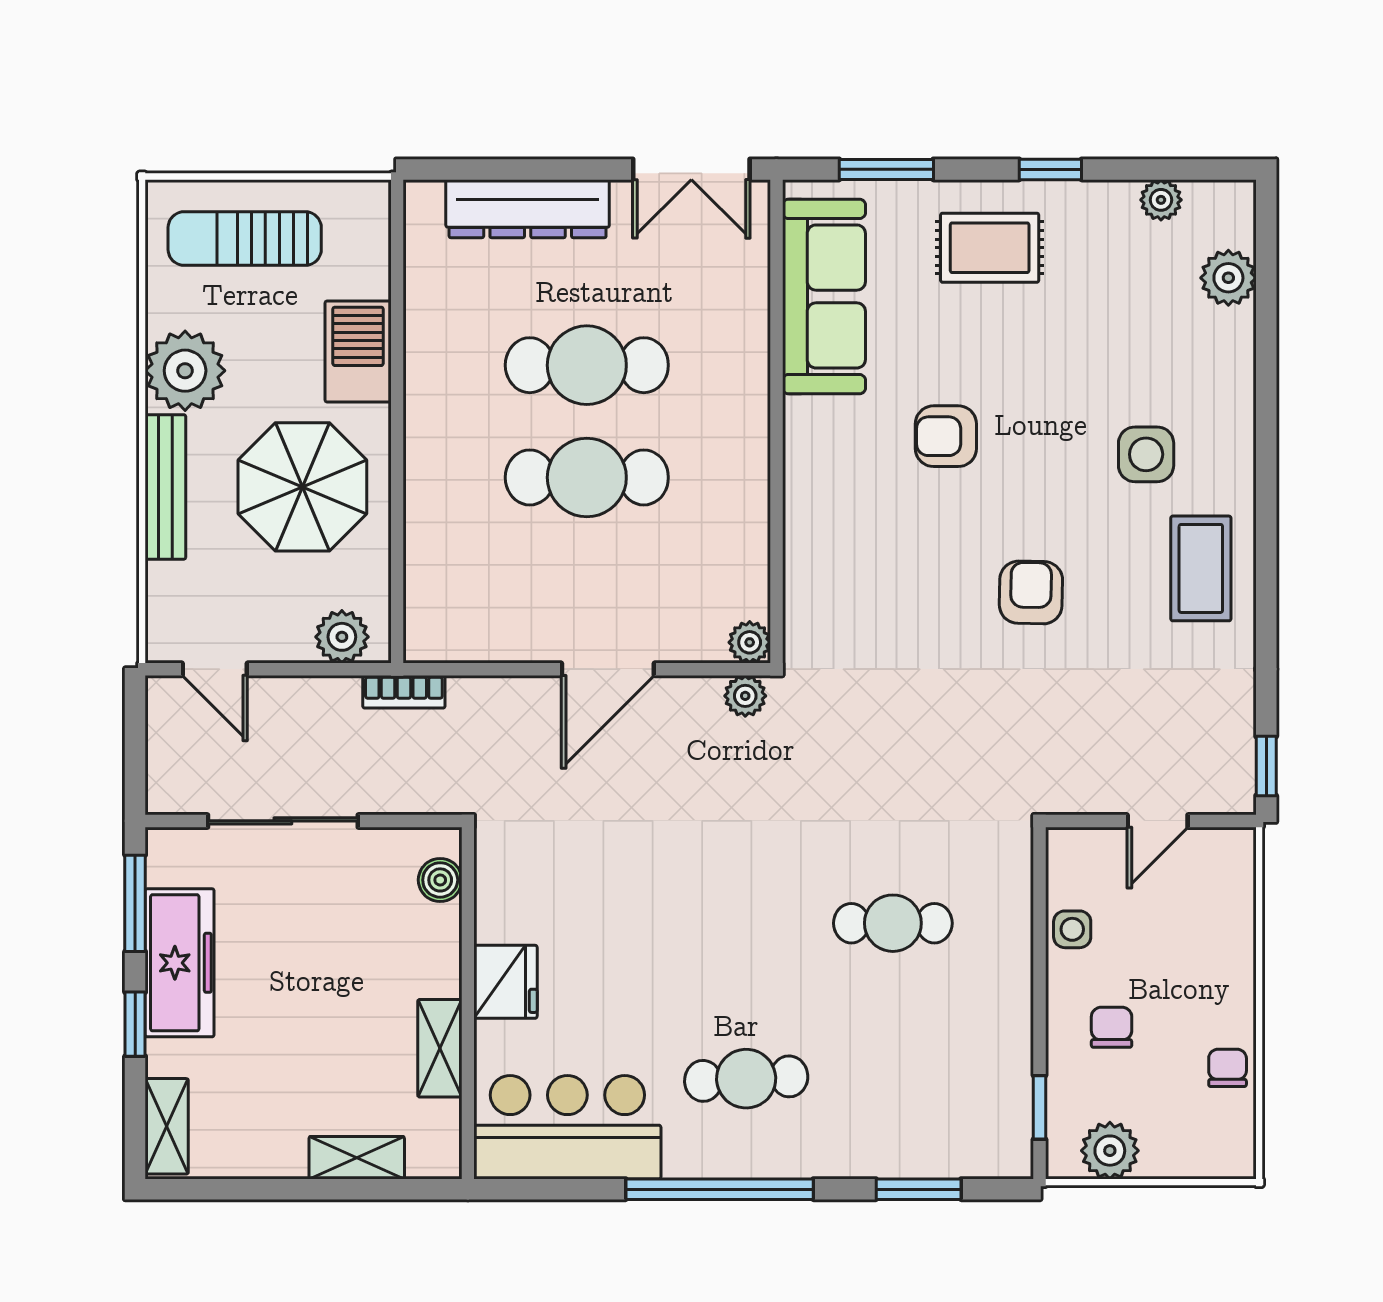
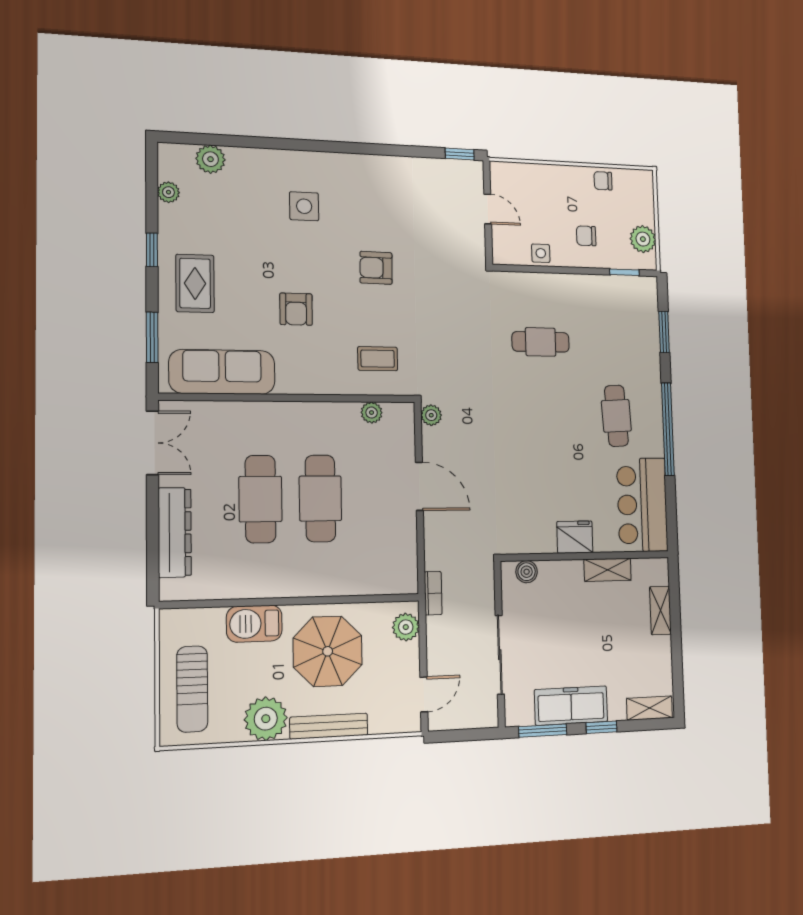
coffee table: (1201, 568) -> (378, 359), moved, width x0.73, depth x0.77
plant: (750, 642) -> (372, 413), moved
cafe table: (893, 923) -> (541, 342), turned 90

